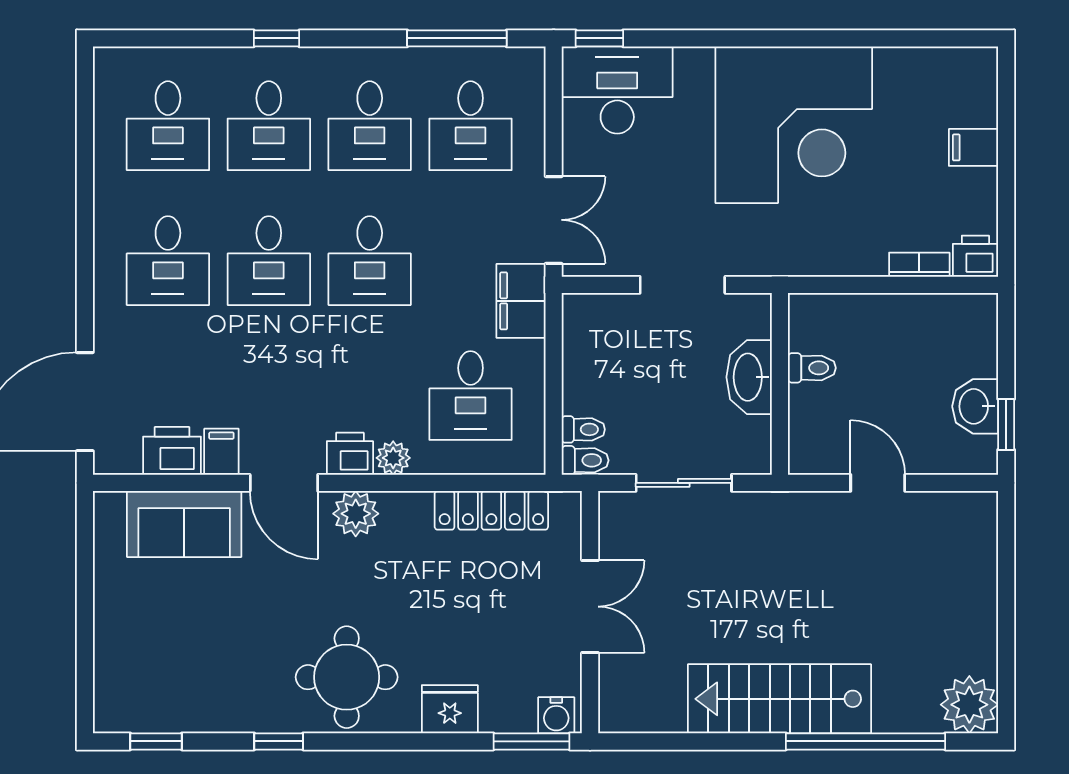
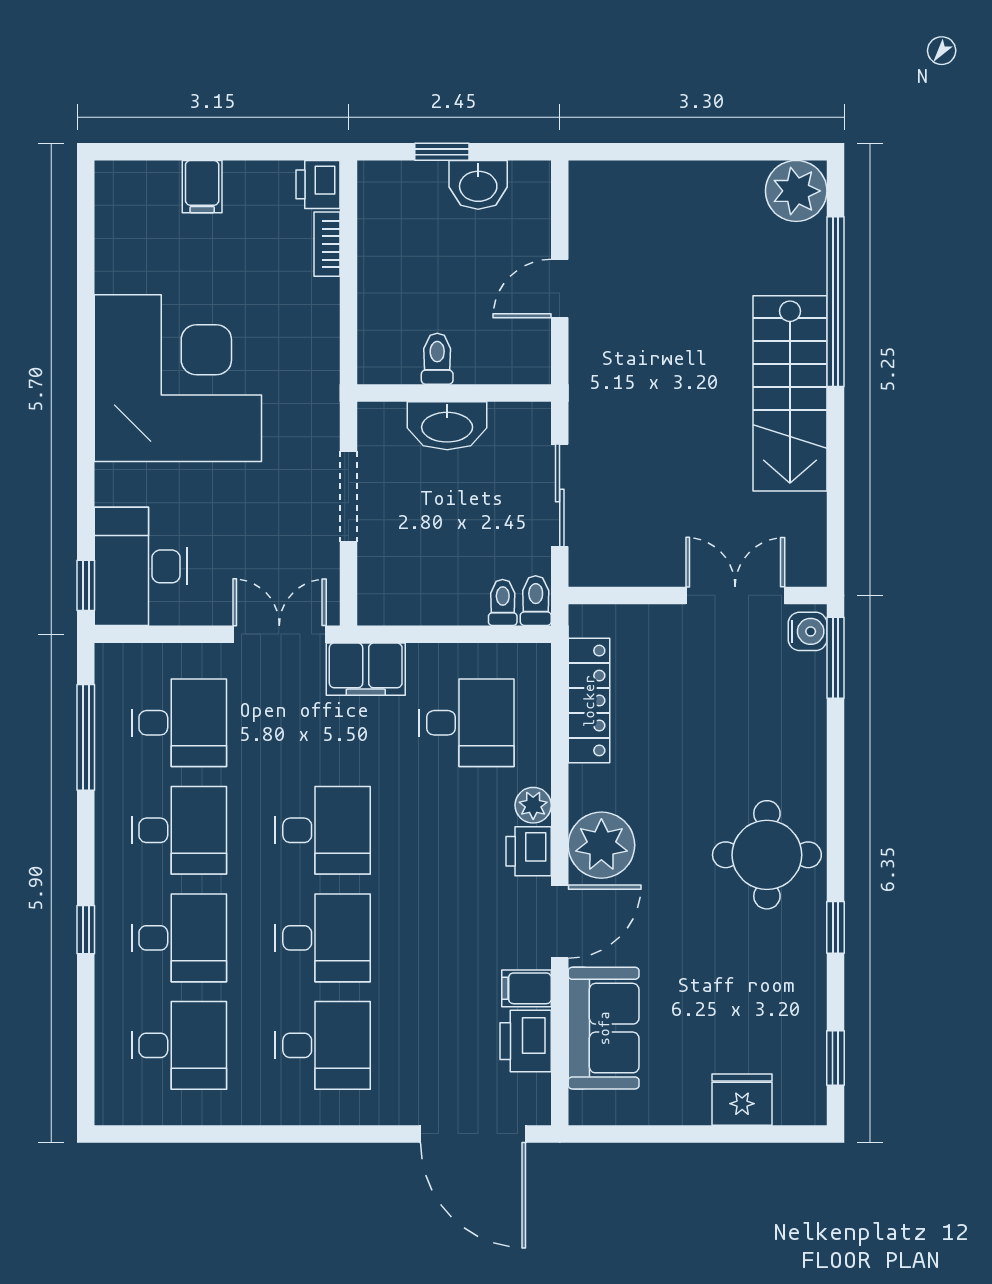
window: (1006, 424) -> (442, 152), moved
plant: (356, 514) -> (601, 845), width x1.36, depth x1.36
double door: (590, 607) -> (735, 595), moved
fridge: (450, 709) -> (742, 1100), moved, turned 90

